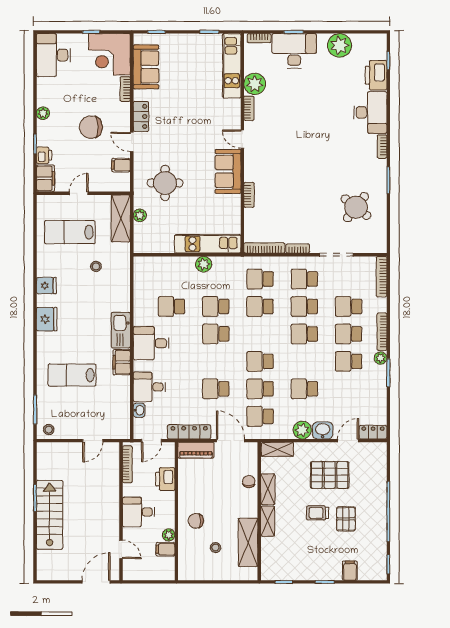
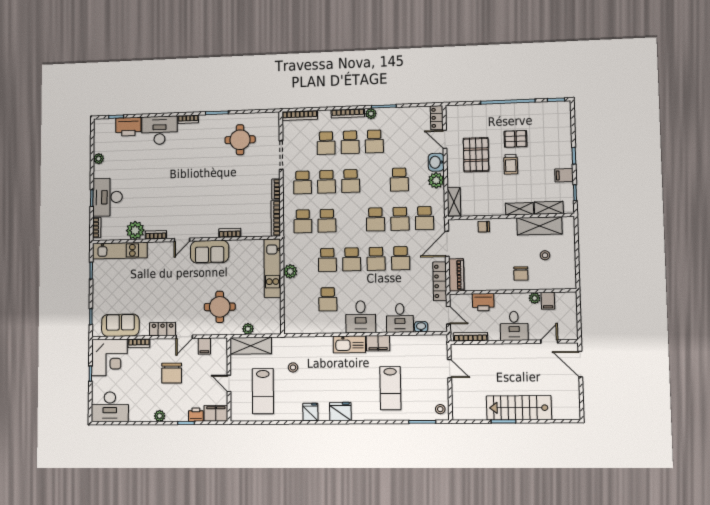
plant: (340, 45) -> (99, 159), width x0.53, depth x0.53
round table: (356, 207) -> (240, 140), turned -38
school desk: (216, 361) -> (376, 259), added
shelving: (268, 489) -> (549, 208), moved
filing cabinet: (350, 571) -> (564, 175), moved

